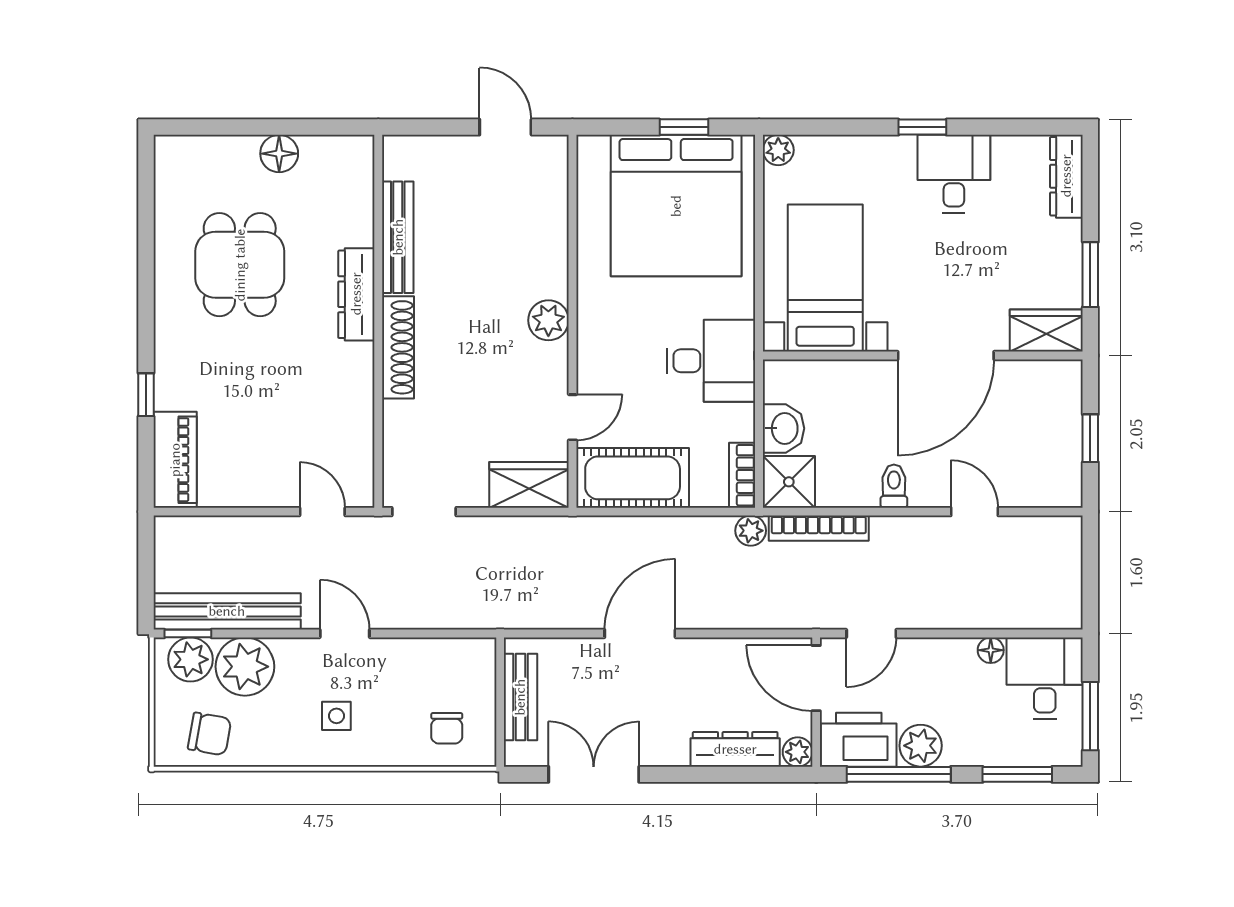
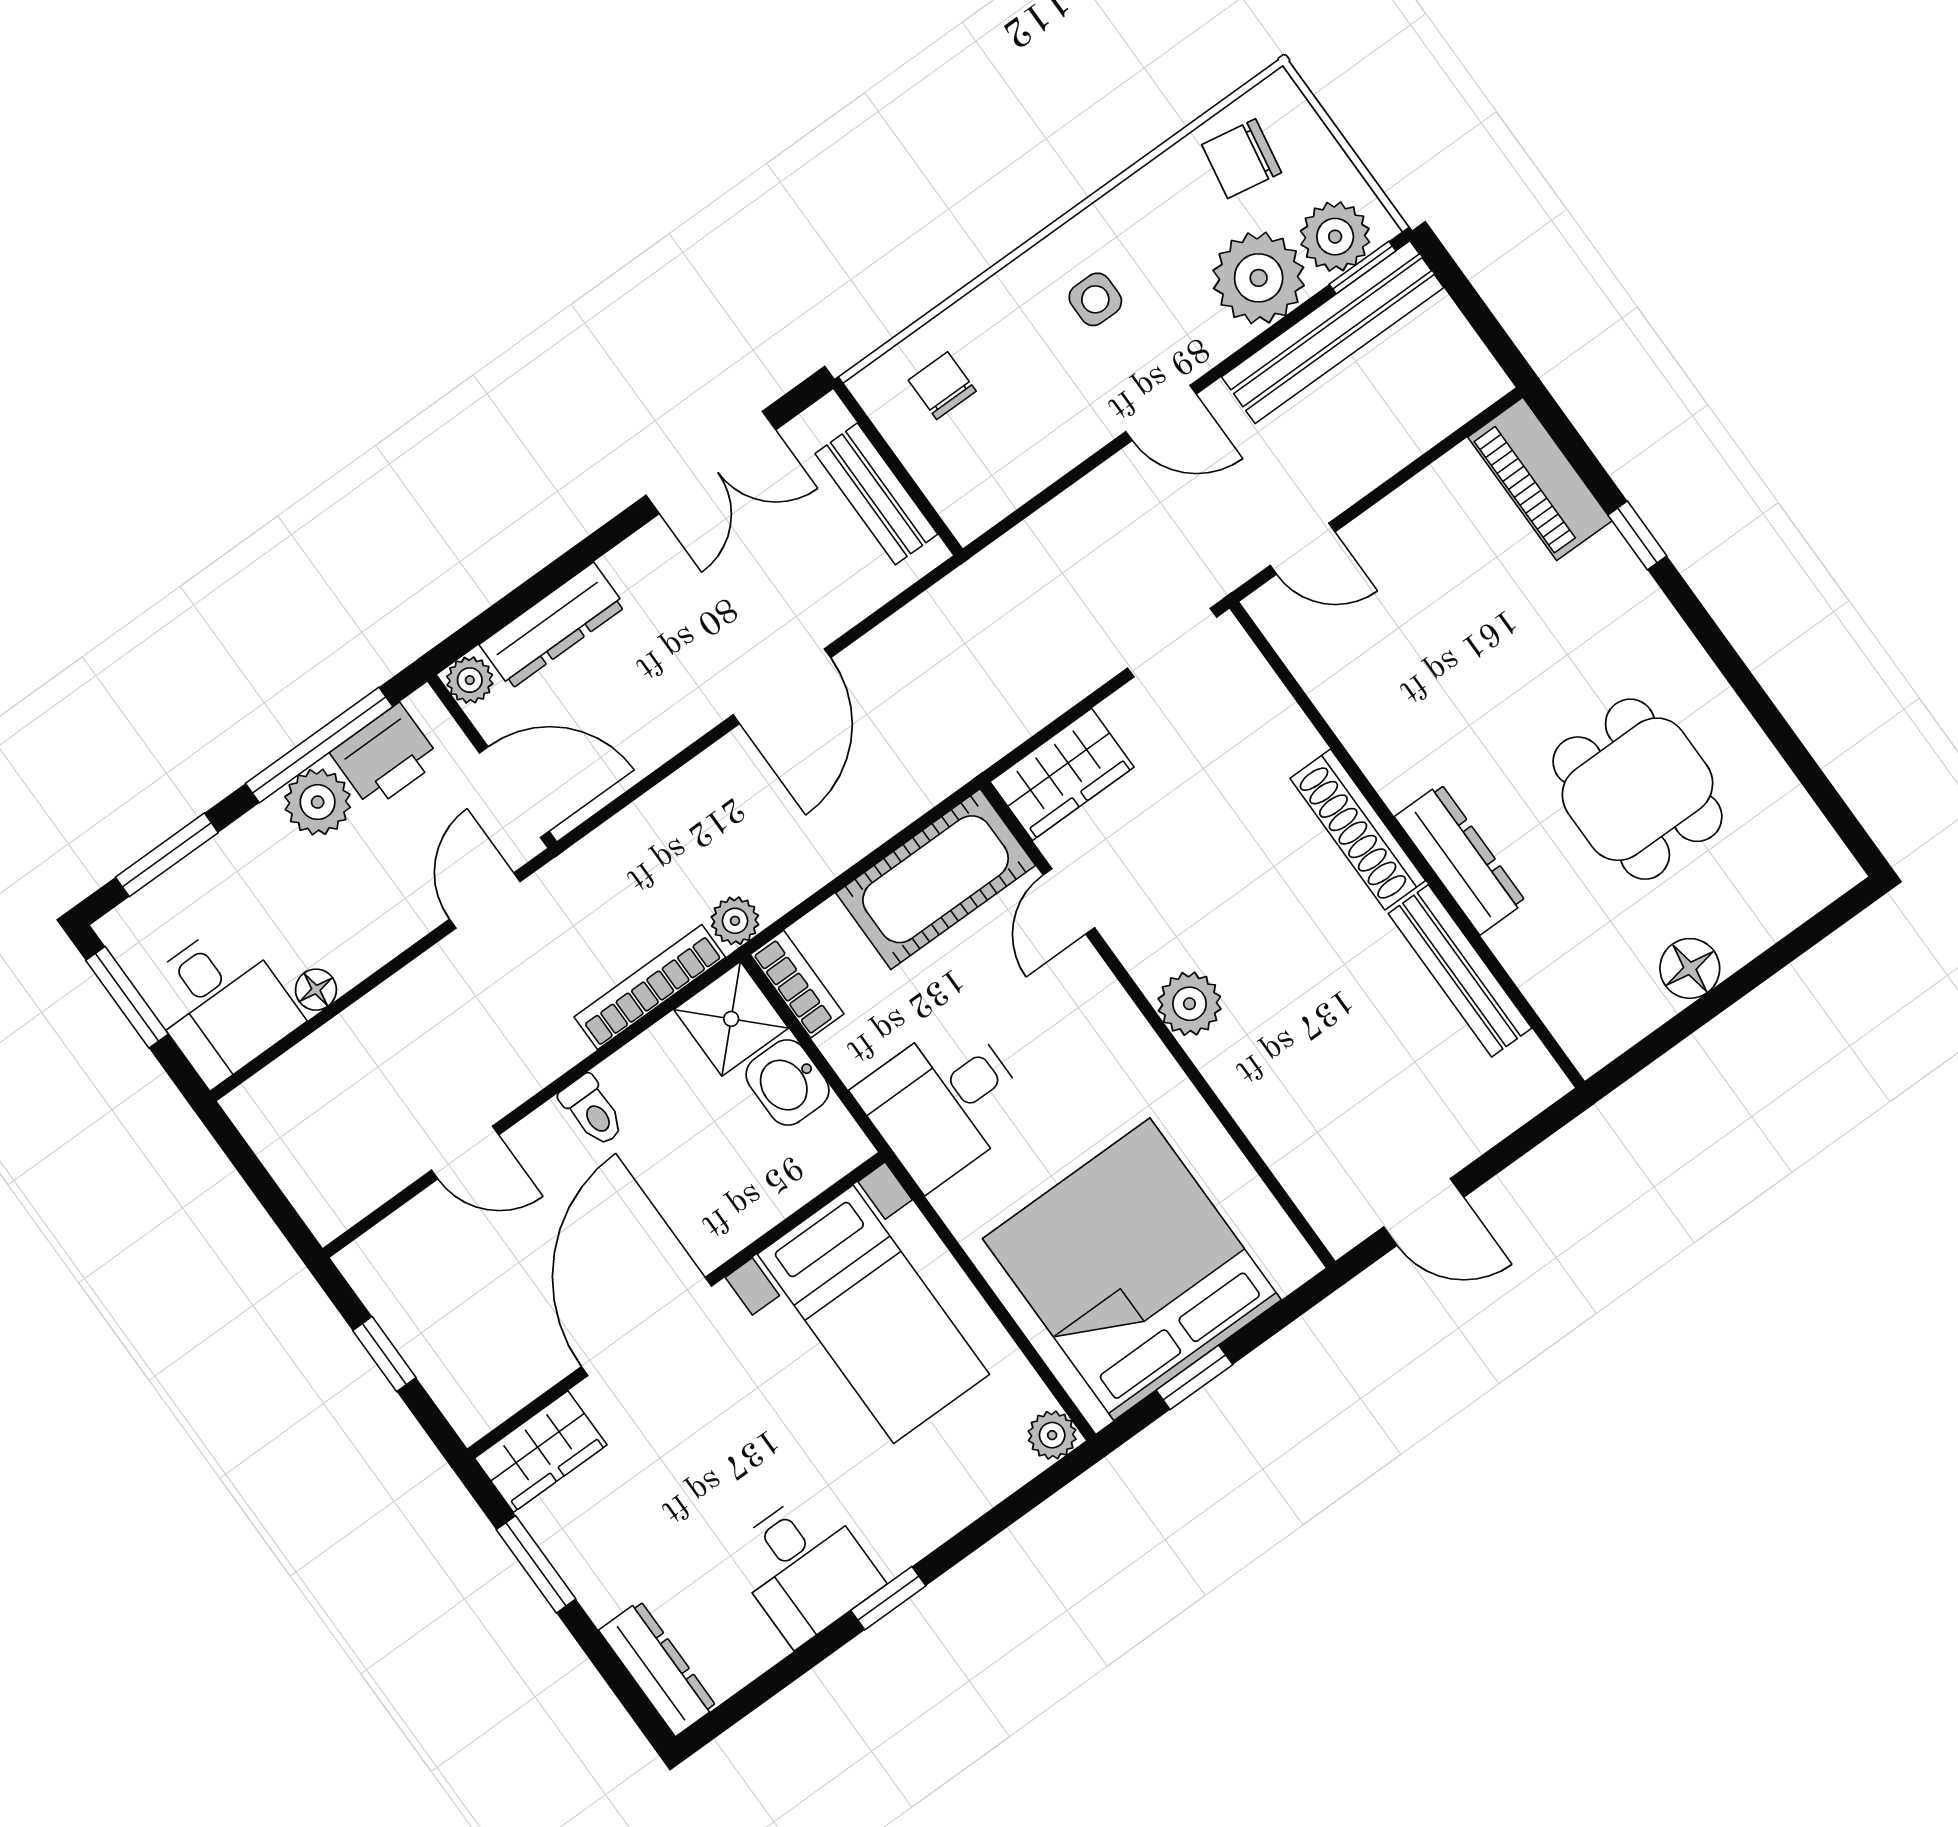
printer: (859, 740) -> (385, 756), width x0.73, depth x0.84

